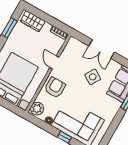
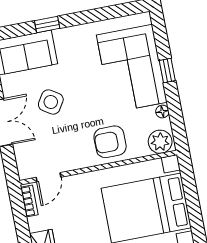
door: (54, 62) -> (48, 177), moved

